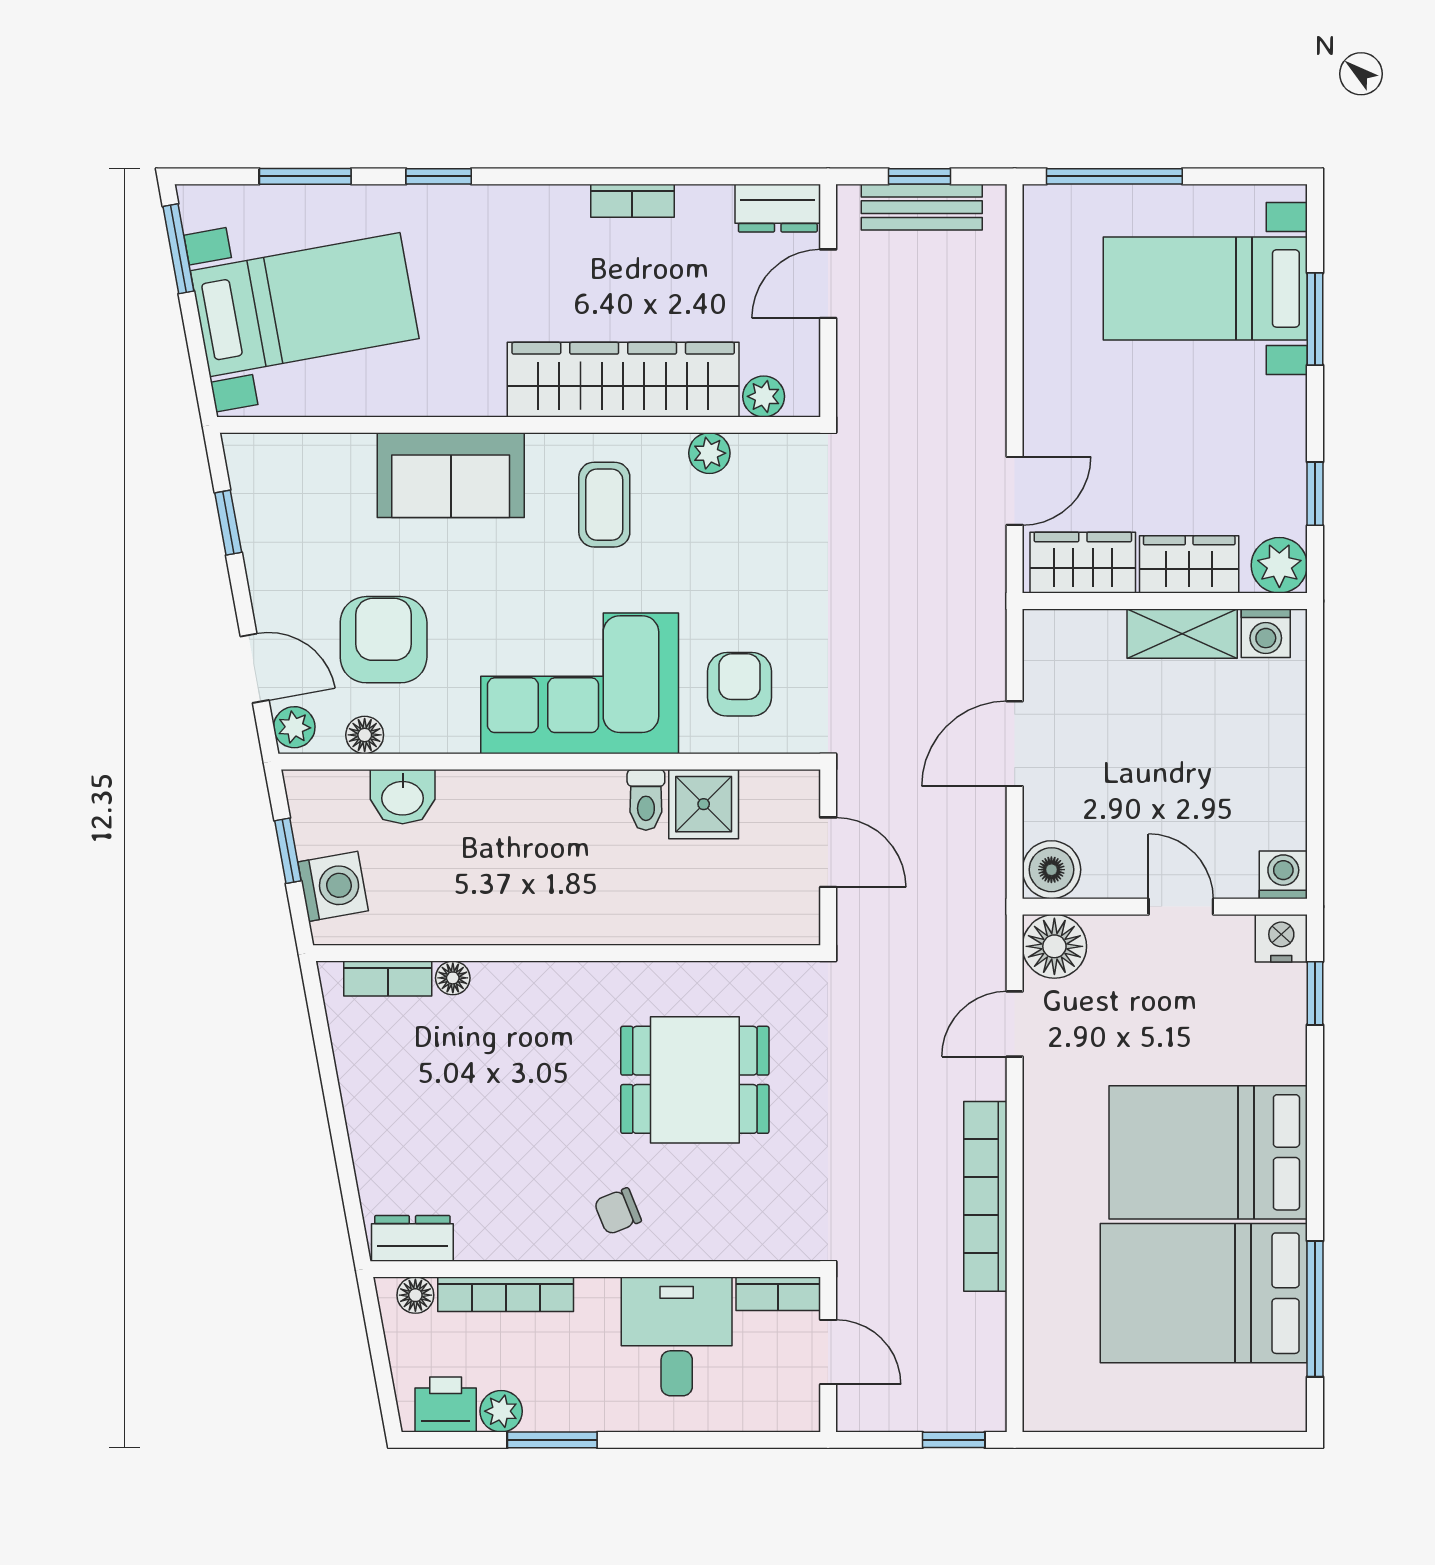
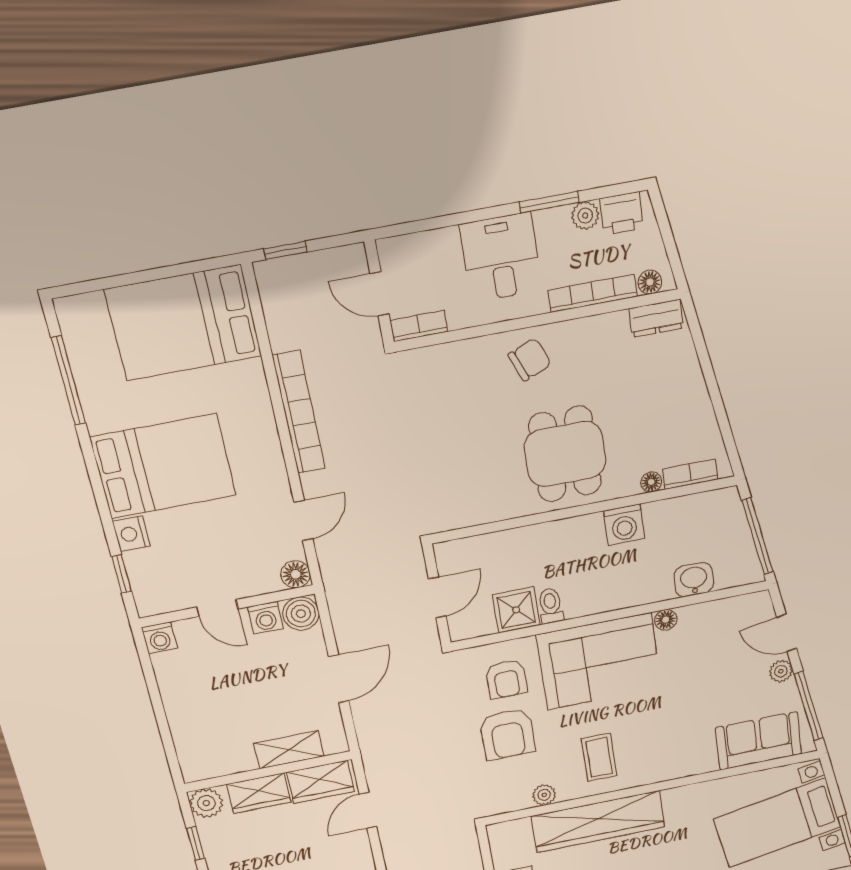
plant: (764, 396) -> (519, 829), removed
sofa: (451, 475) -> (758, 741), moved
window: (228, 523) -> (809, 706), width x2.17
washing machine: (1266, 633) -> (265, 618), moved, turned 180
shelving: (1182, 634) -> (289, 750), moved
armchair: (384, 640) -> (507, 734), moved
plant: (294, 727) -> (781, 671), moved
floor lamp: (365, 735) -> (666, 620), moved
window: (288, 851) -> (758, 536), width x2.17
door: (828, 852) -> (437, 597), swing flipped
washing machine: (333, 886) -> (624, 525), moved, turned -80
nightstand: (1281, 938) -> (131, 534), moved, turned 90
floor lamp: (1054, 946) -> (296, 574), width x0.73, depth x0.73
dining table: (695, 1080) -> (565, 454), moved, turned 90
chair: (618, 1211) -> (530, 360), width x1.37, depth x1.37
bed: (1204, 1293) -> (184, 323), moved, turned 180
desk: (677, 1336) -> (501, 257), moved, turned 180

